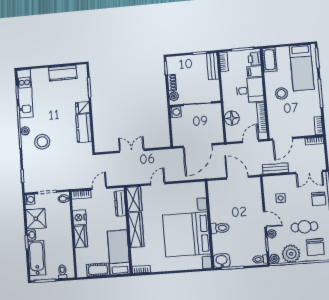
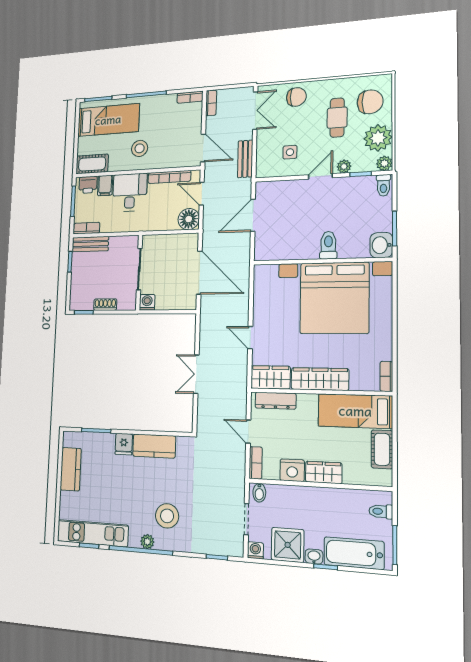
plant: (174, 96) -> (125, 303), removed
floor lamp: (232, 118) -> (189, 219), moved

